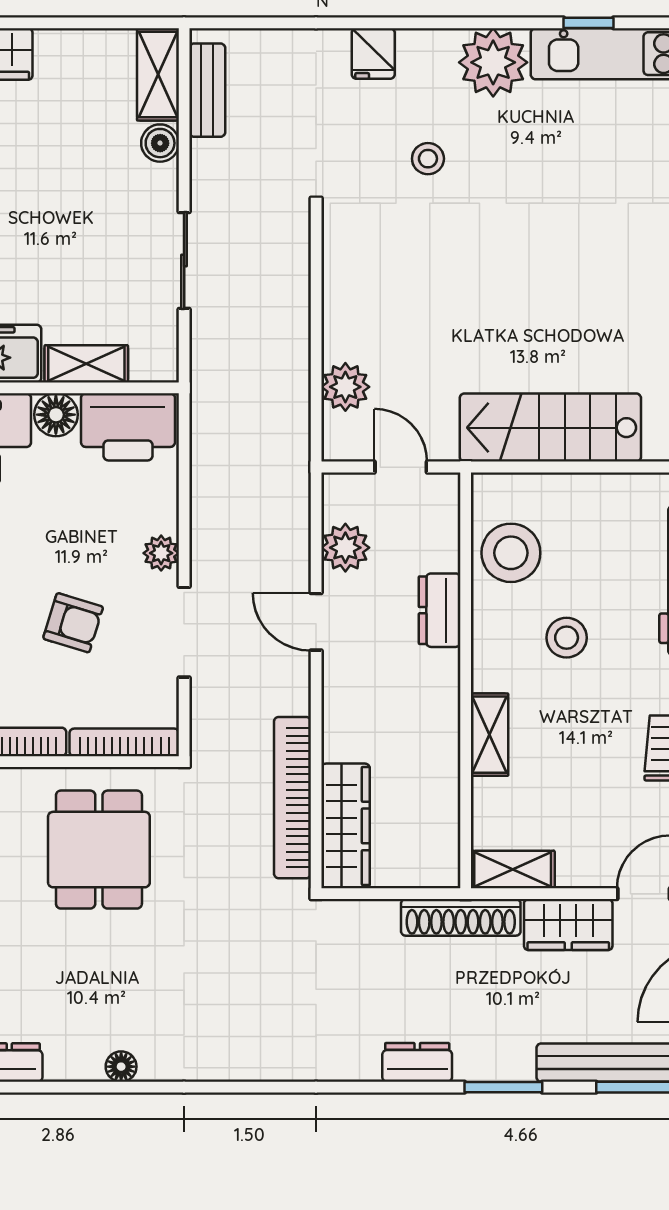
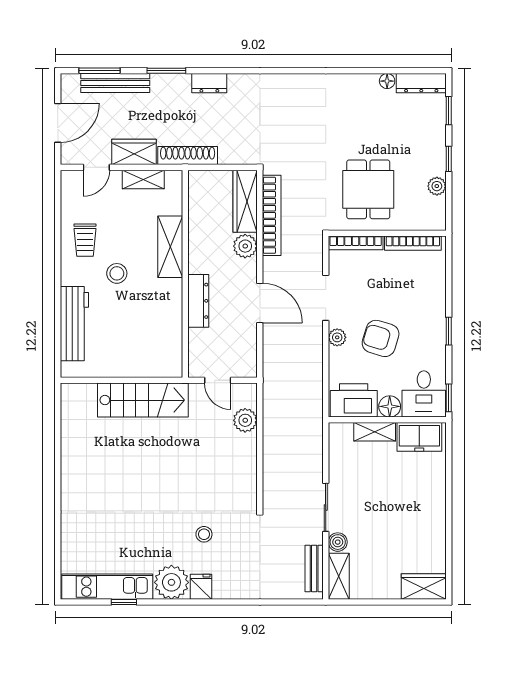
fridge: (373, 54) -> (201, 587), moved
sliding door: (184, 260) -> (326, 507), moved
plant: (345, 548) -> (245, 246), moved
stool: (511, 553) -> (163, 337), removed
dresser: (440, 610) -> (198, 301), width x1.44
door: (316, 622) -> (260, 303), width x1.38
armchair: (73, 623) -> (381, 338), moved, width x1.38, depth x1.38
stool: (567, 638) -> (117, 273), moved
shelving: (489, 735) -> (170, 247), width x1.50, depth x1.33
shelving: (513, 870) -> (143, 179), moved
floor lamp: (121, 1067) -> (387, 81), moved

